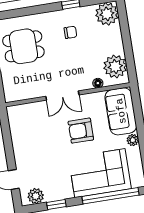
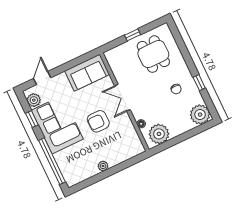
sofa: (121, 111) -> (87, 73), moved, turned 180
armchair: (81, 131) -> (98, 121), turned -90
corner sofa: (100, 173) -> (57, 125), moved

